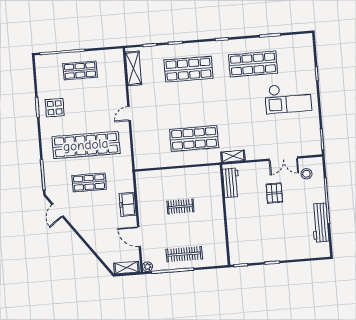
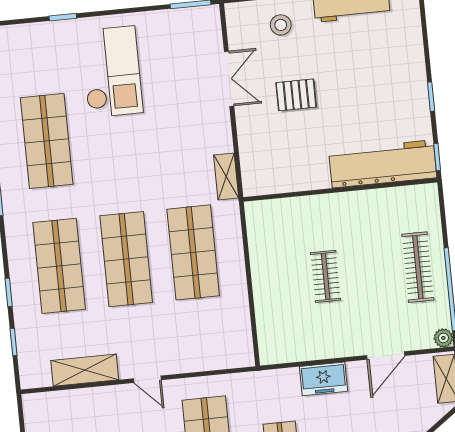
shelving: (133, 68) -> (85, 370), moved
shop shelf: (191, 104) -> (126, 259), added
stool: (306, 174) -> (281, 25), moved
workbench: (231, 183) -> (383, 164), moved, width x1.88, depth x1.32

